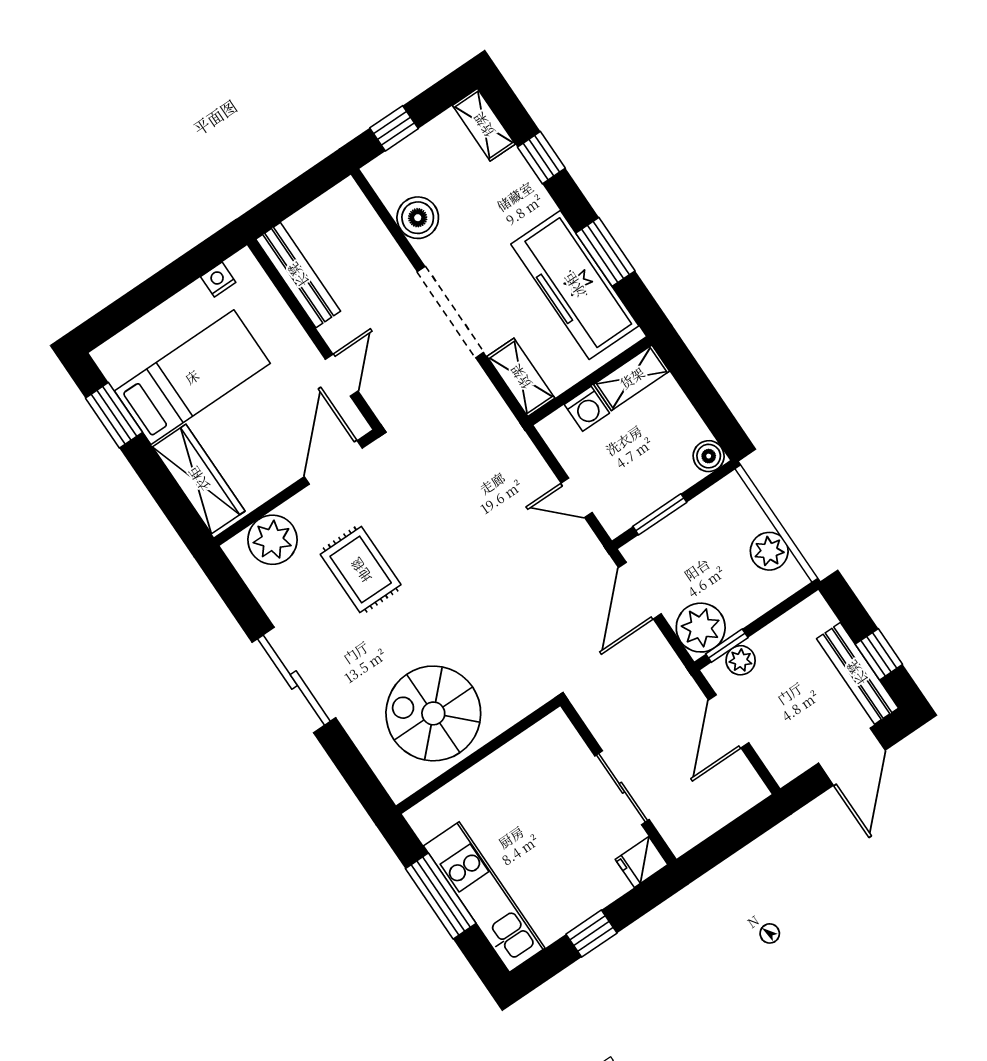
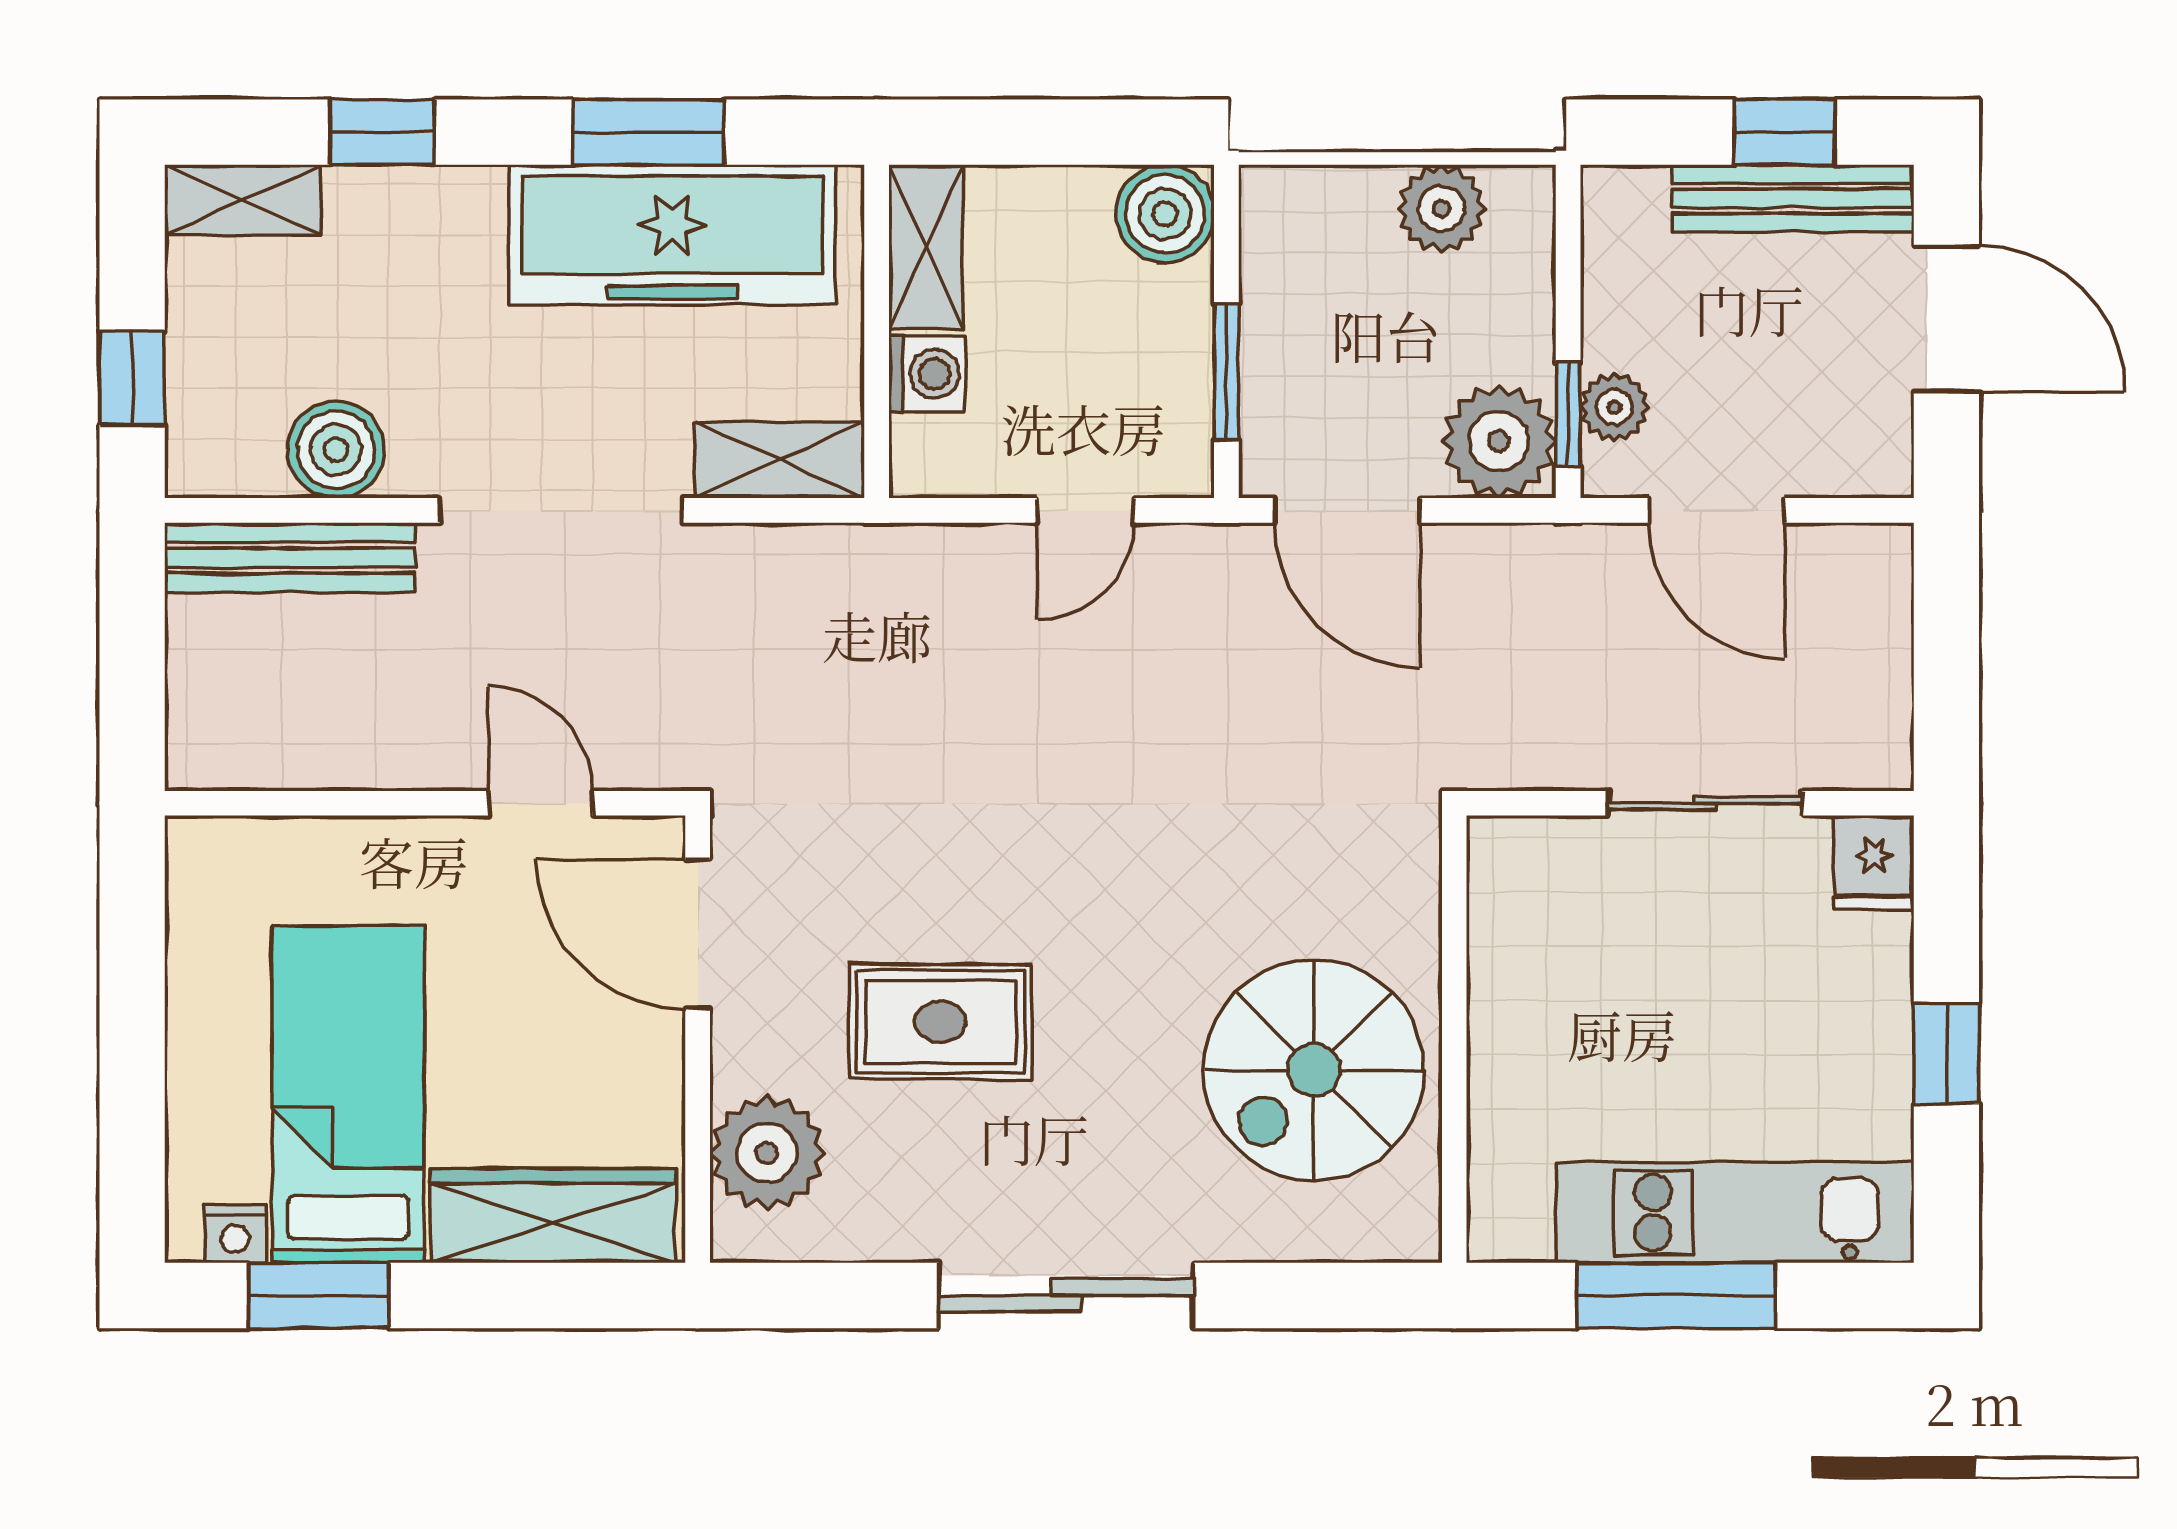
bench: (298, 275) -> (290, 558), moved
nightstand: (218, 280) -> (235, 1234), moved, turned -90
boiler: (709, 456) -> (1165, 214), width x1.36, depth x1.36

